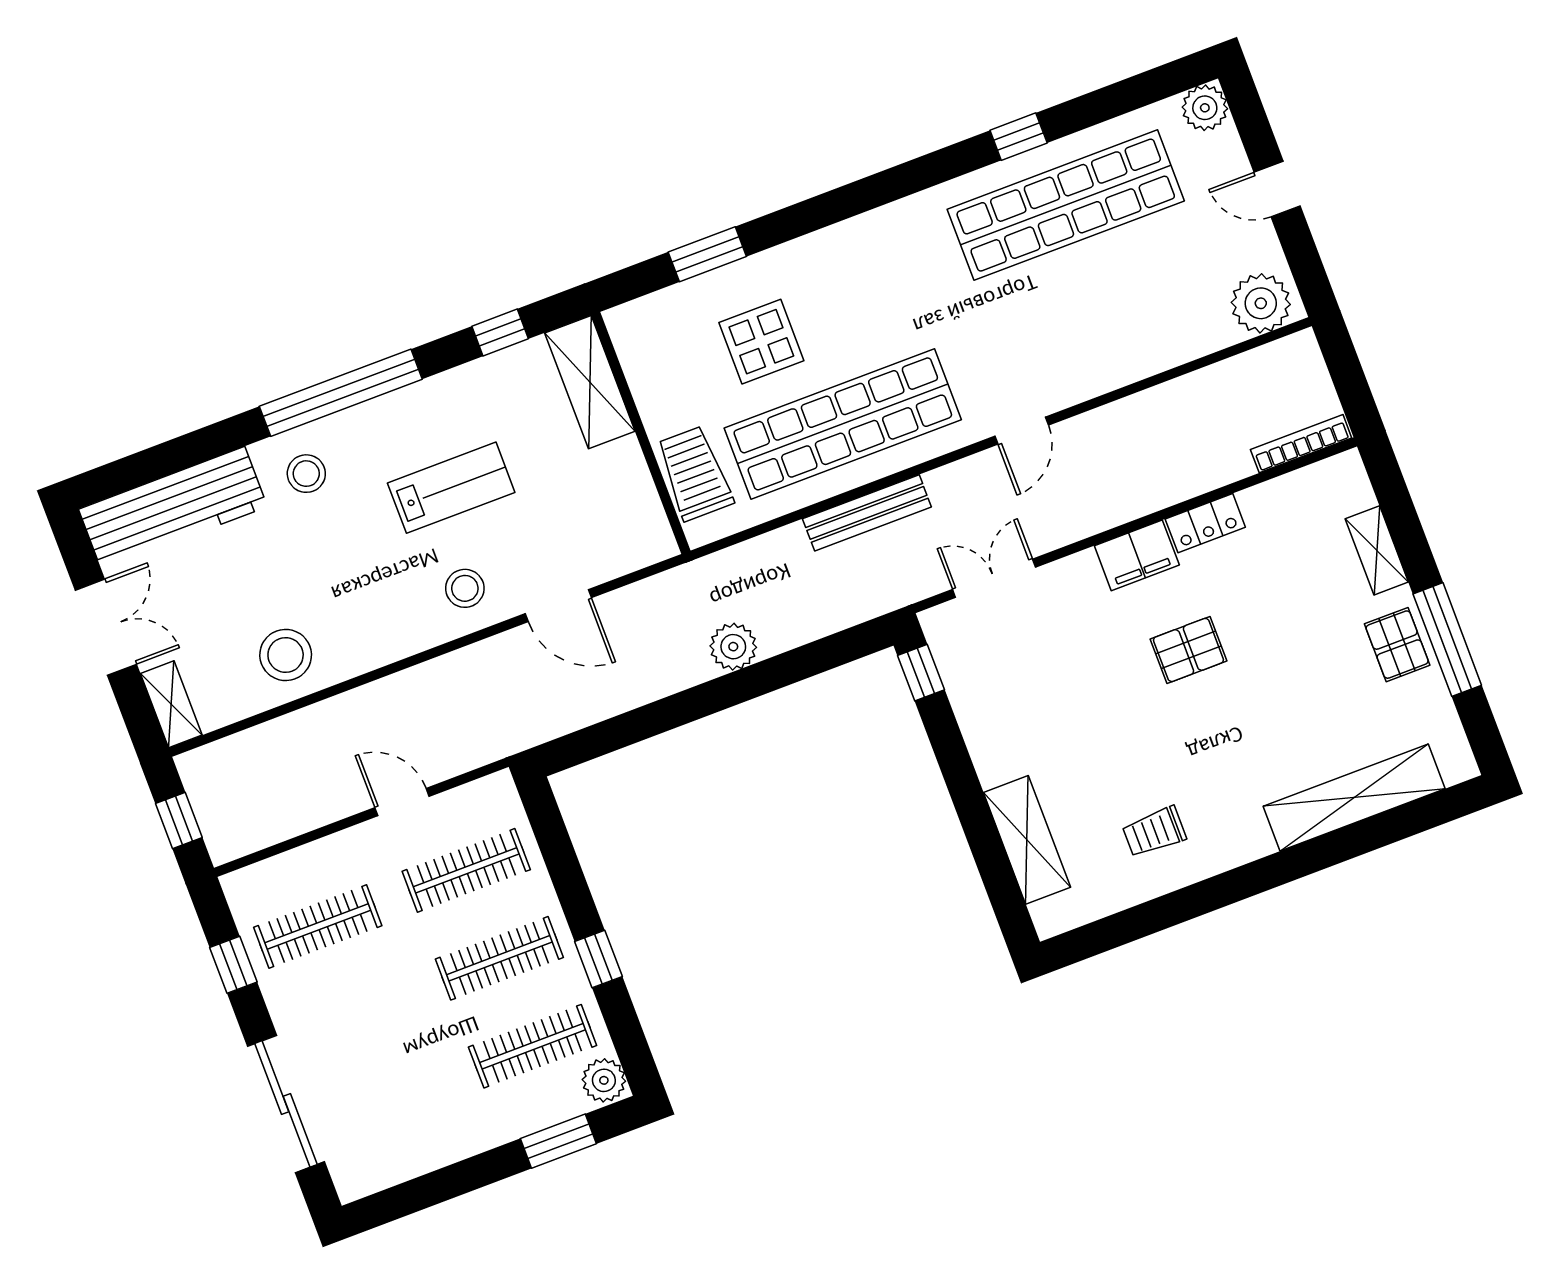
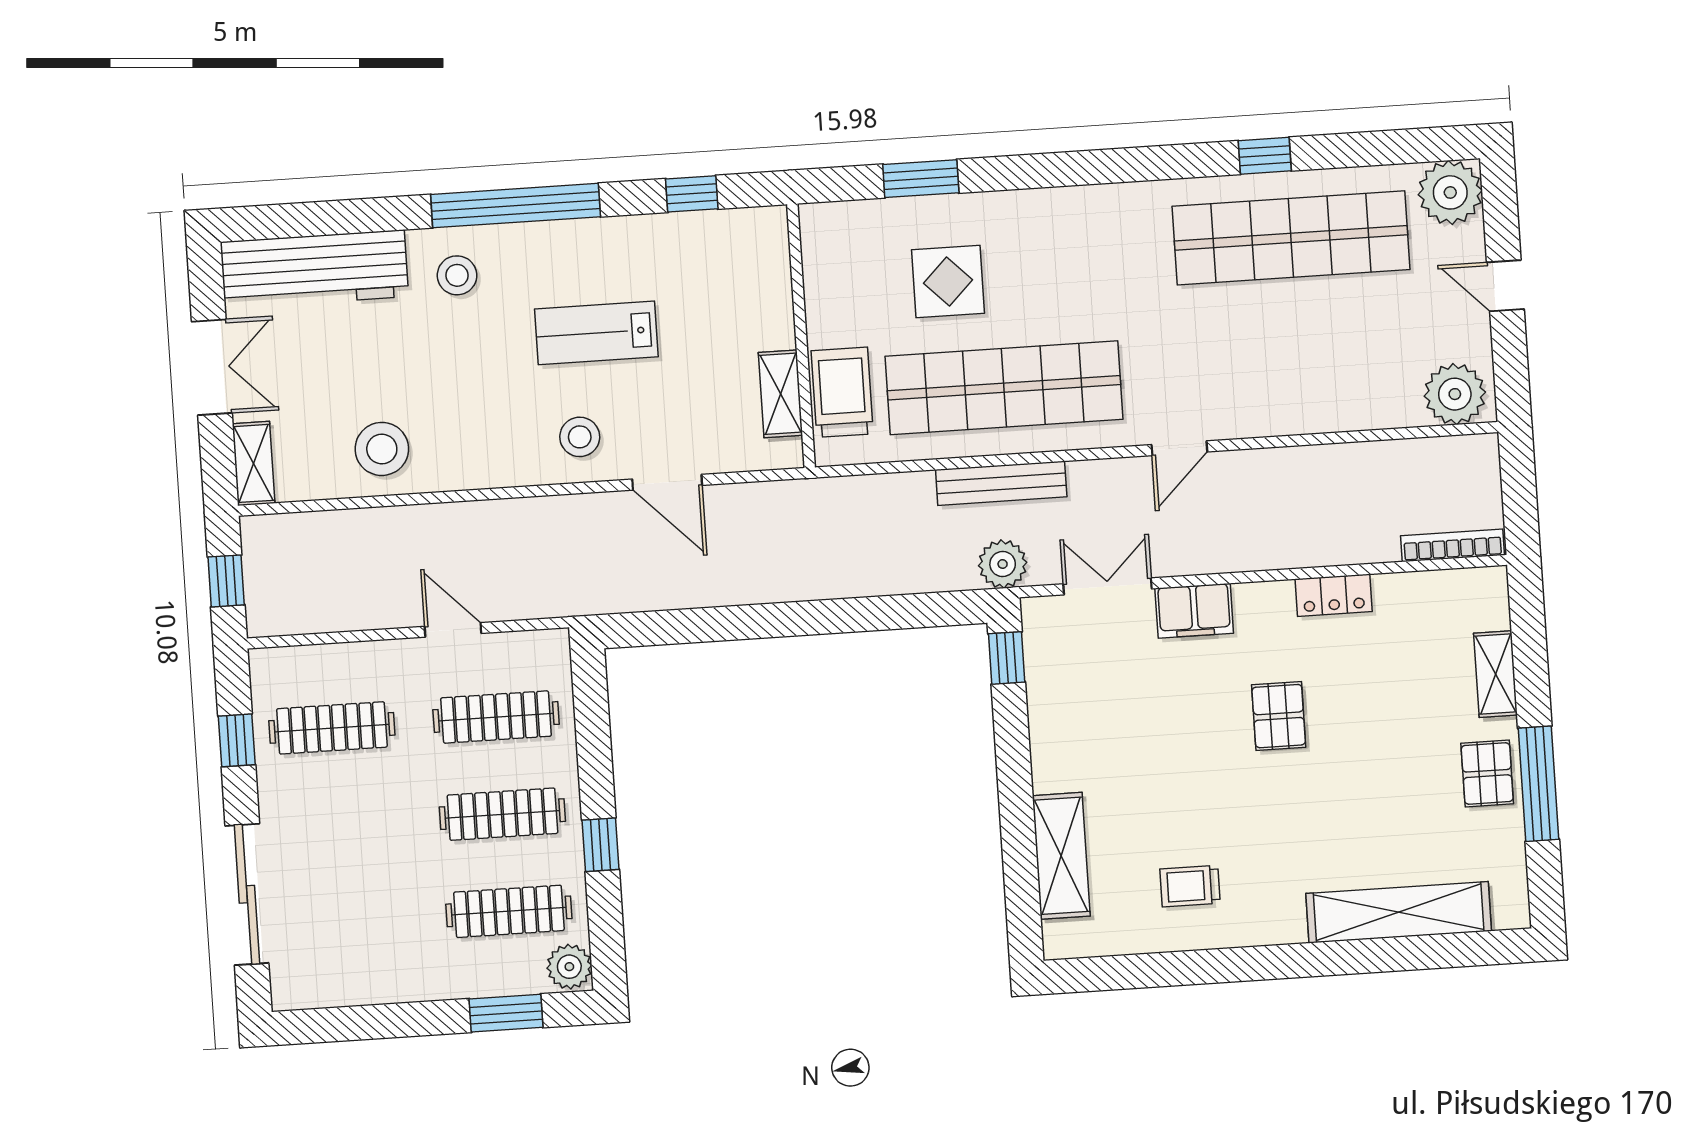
plant: (1205, 108) -> (1450, 192), width x1.36, depth x1.36
shelving: (590, 382) -> (780, 394), moved, width x0.67, depth x0.75
lab bench: (451, 488) -> (596, 333), turned 180
filing cabinet: (1137, 555) -> (1194, 611), moved
plant: (733, 647) -> (1003, 564), moved
pallet: (1188, 650) -> (1279, 716), turned 90

